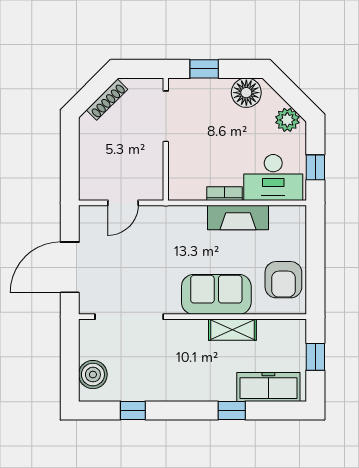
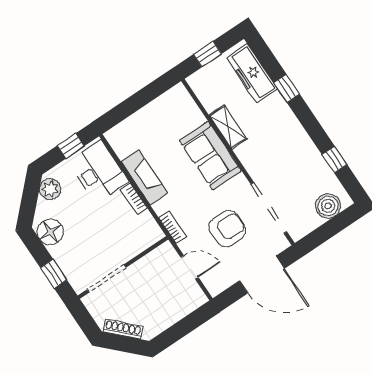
bookcase: (173, 212) -> (172, 227), added
armchair: (283, 280) -> (227, 229), moved

